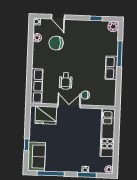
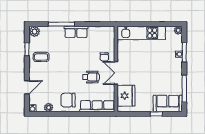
coffee table: (88, 32) -> (41, 57), added
chair: (56, 43) -> (68, 100), moved, turned 90

